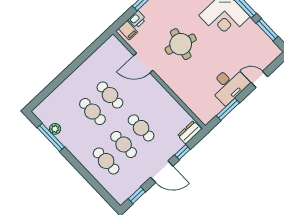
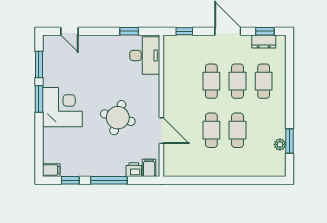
door: (259, 79) -> (69, 31), moved
desk: (229, 85) -> (145, 55), moved, turned 90
window: (228, 109) -> (129, 31), width x0.67
dresser: (190, 132) -> (264, 42), moved
window: (51, 137) -> (290, 141), width x0.69
window: (182, 152) -> (184, 31), moved

